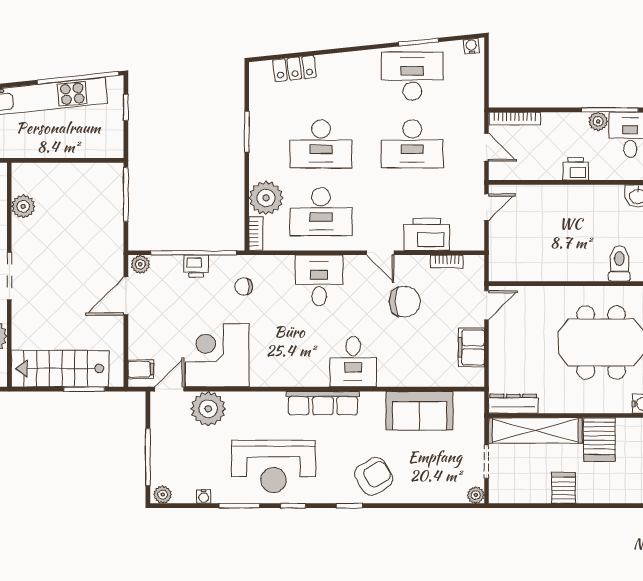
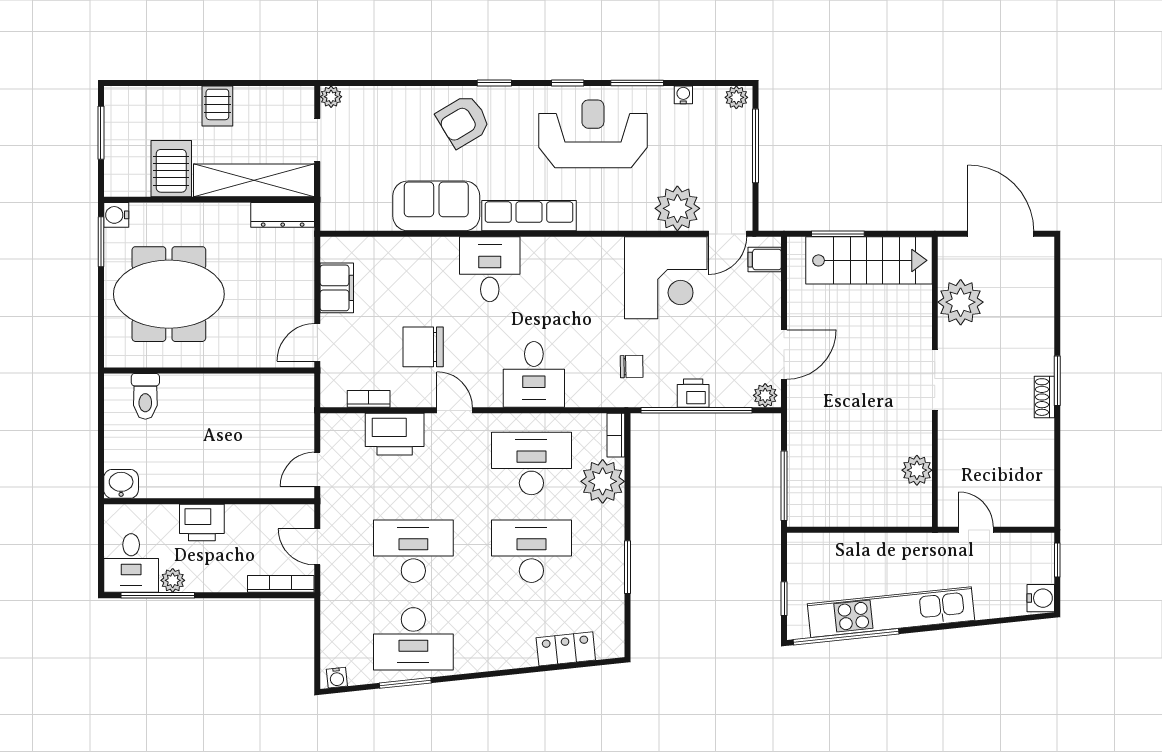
printer: (576, 169) -> (202, 523), width x1.36, depth x1.24
sofa: (419, 411) -> (436, 206), moved

